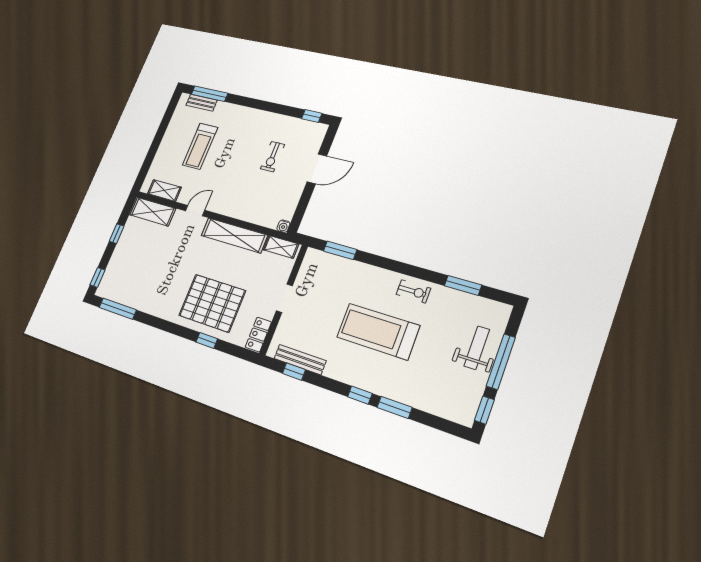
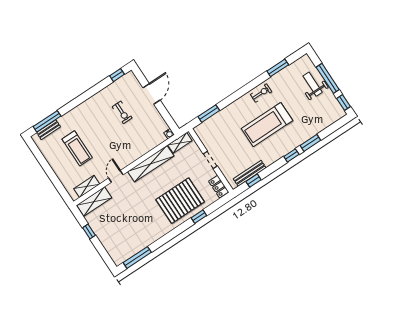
window: (98, 277) -> (107, 259), removed

